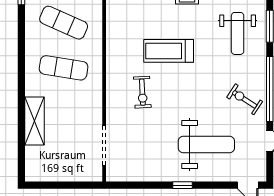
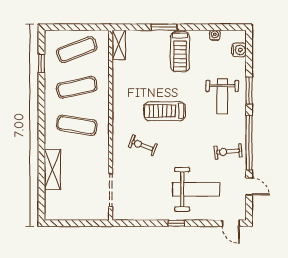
exercise mat: (64, 23) -> (77, 87), turned -36
exercise bike: (142, 92) -> (143, 146), turned 113
exercise bike: (245, 99) -> (228, 152), turned -38

